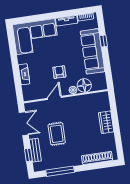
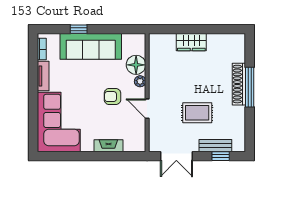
double door: (24, 124) -> (176, 156), swing flipped
shoe rack: (97, 158) -> (239, 84), moved
window: (60, 171) -> (250, 87), moved

